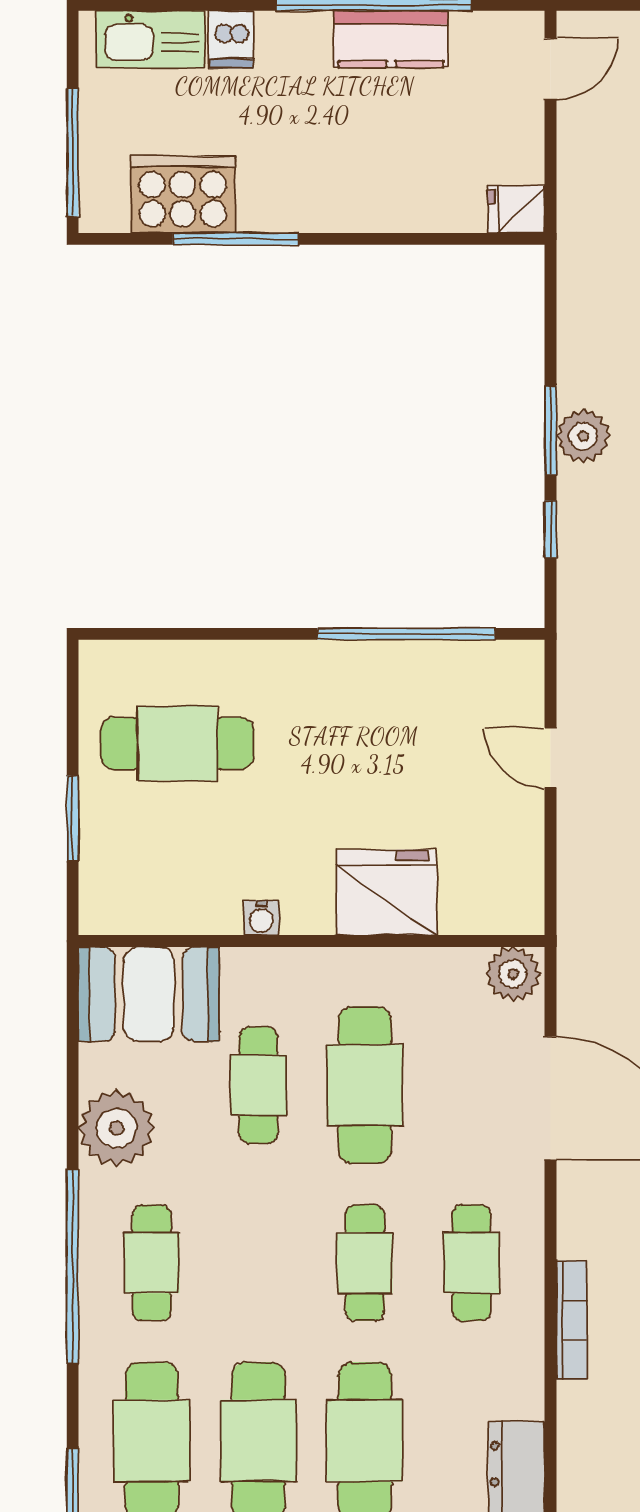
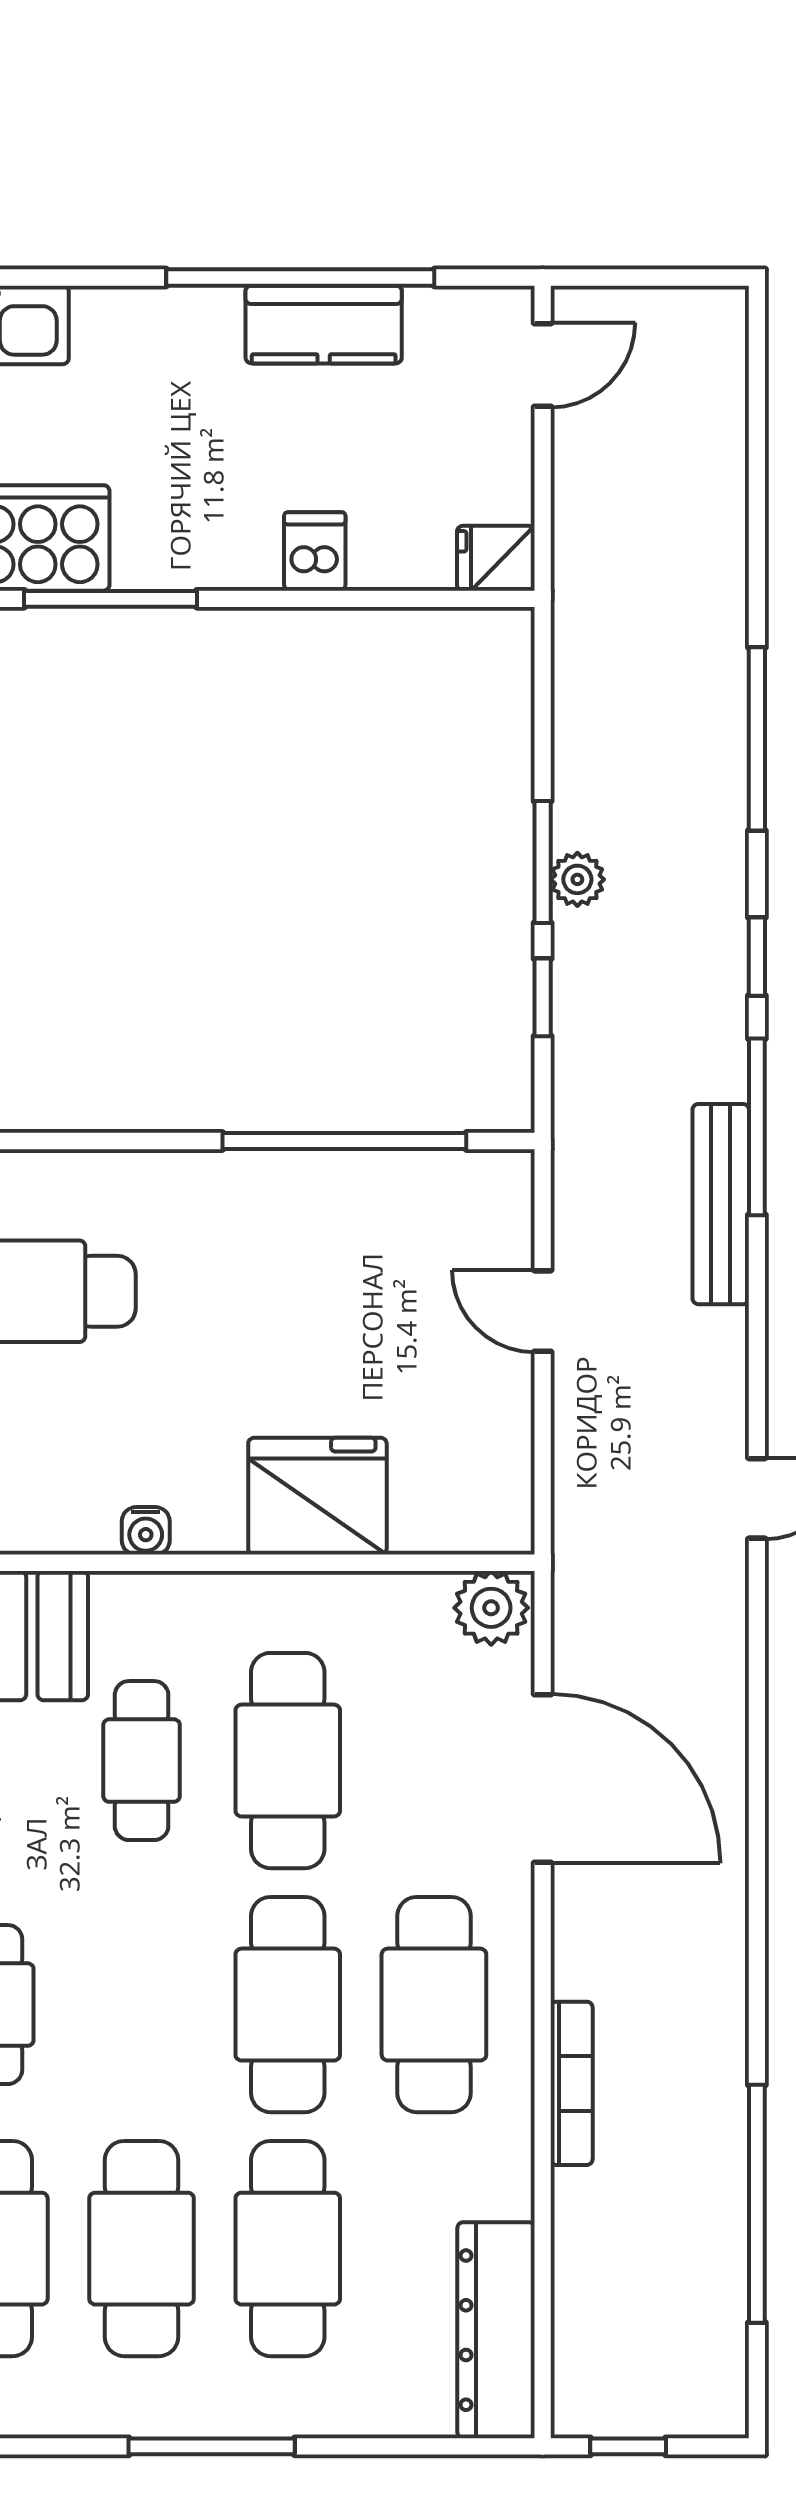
dishwasher: (231, 39) -> (315, 551), moved, turned 180
plant: (583, 436) -> (577, 879), width x0.73, depth x0.73
cafe table: (365, 1263) -> (288, 2005), width x1.37, depth x1.35
cafe table: (471, 1263) -> (434, 2005), width x1.37, depth x1.35

